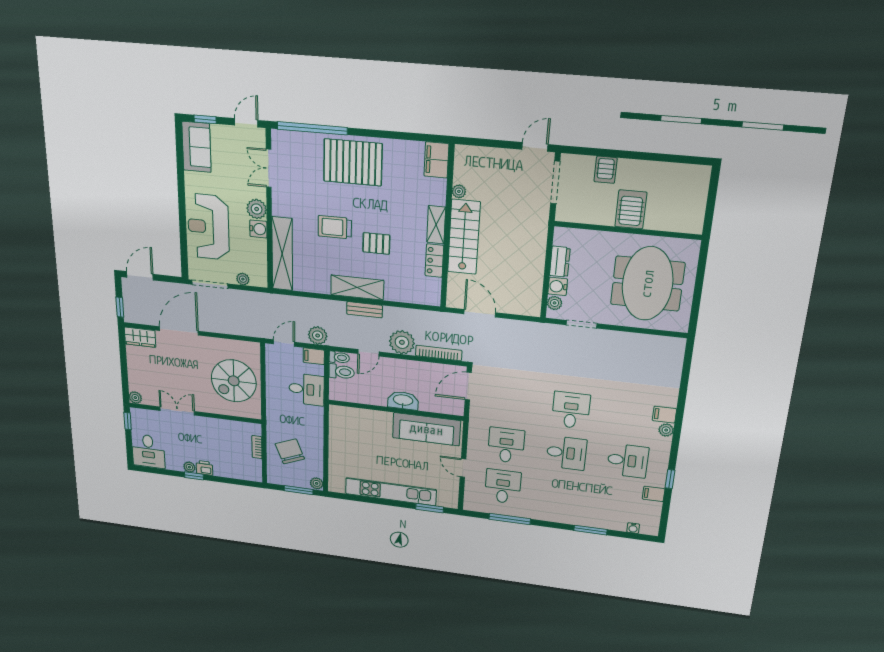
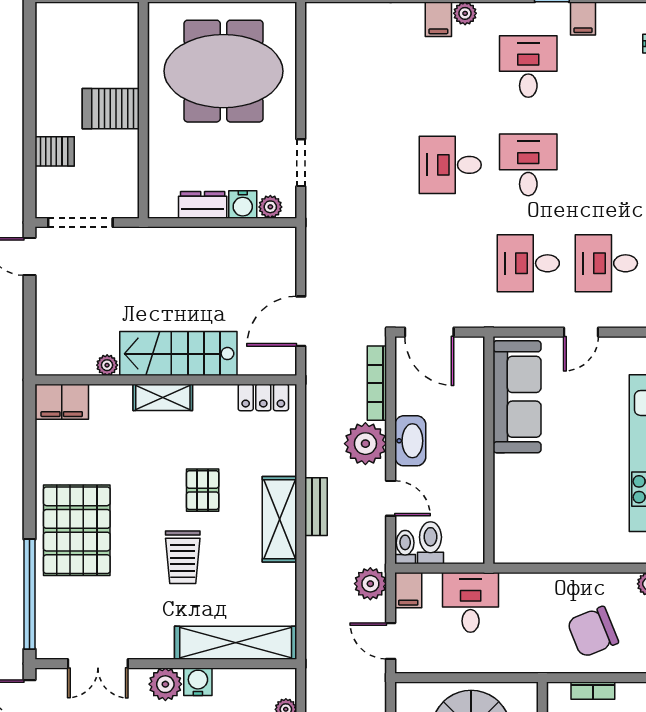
locker: (434, 261) -> (263, 397), moved
washbasin: (403, 400) -> (410, 441), moved, turned 180

